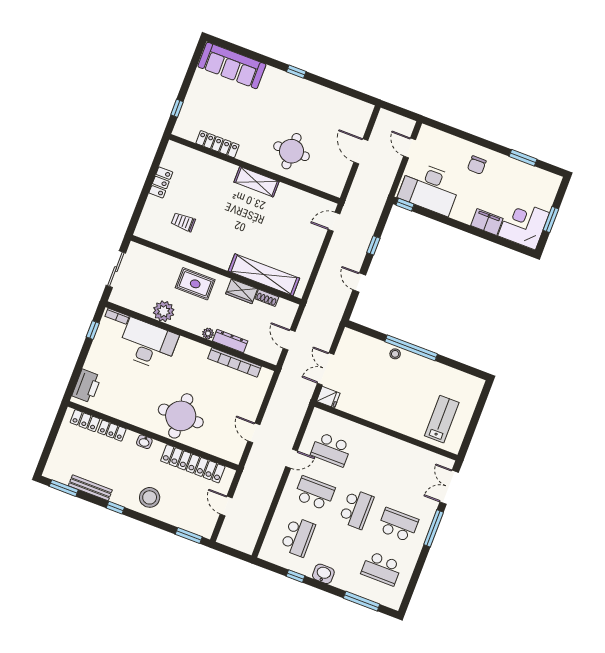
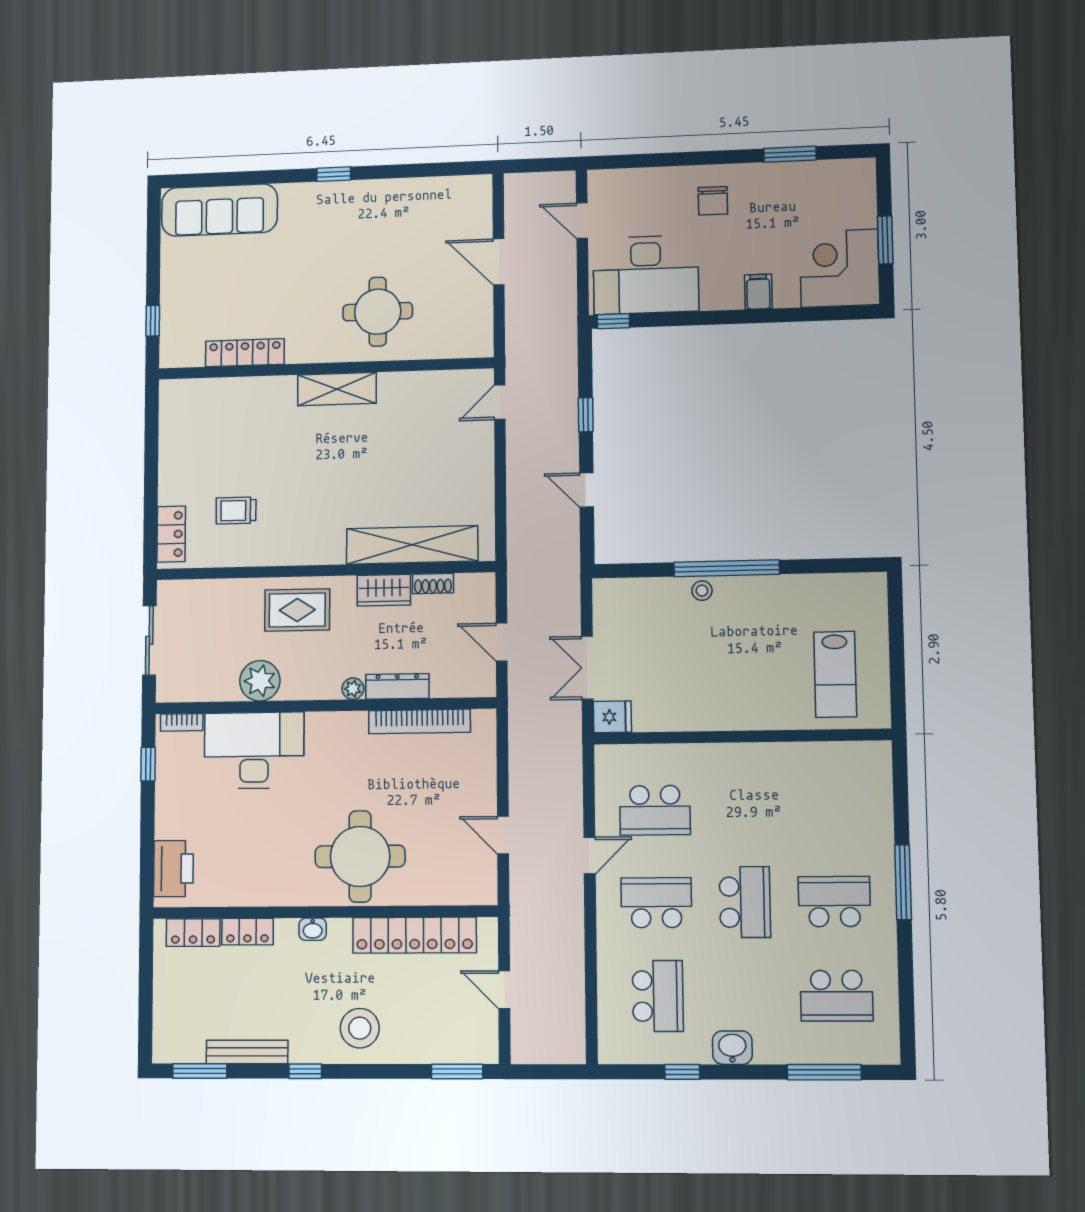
locker: (161, 182) -> (171, 534), moved
filing cabinet: (487, 222) -> (758, 292), width x0.50
lab bench: (442, 419) -> (835, 674), turned 180
double door: (449, 487) -> (901, 794), removed

